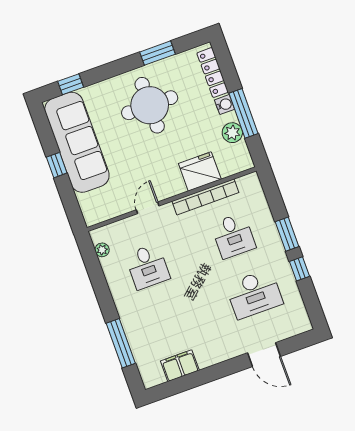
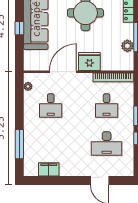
water cooler: (225, 105) -> (129, 28), removed
fridge: (200, 171) -> (89, 62), moved
bookcase: (205, 197) -> (113, 77), moved
door: (148, 208) -> (63, 72), width x1.87

